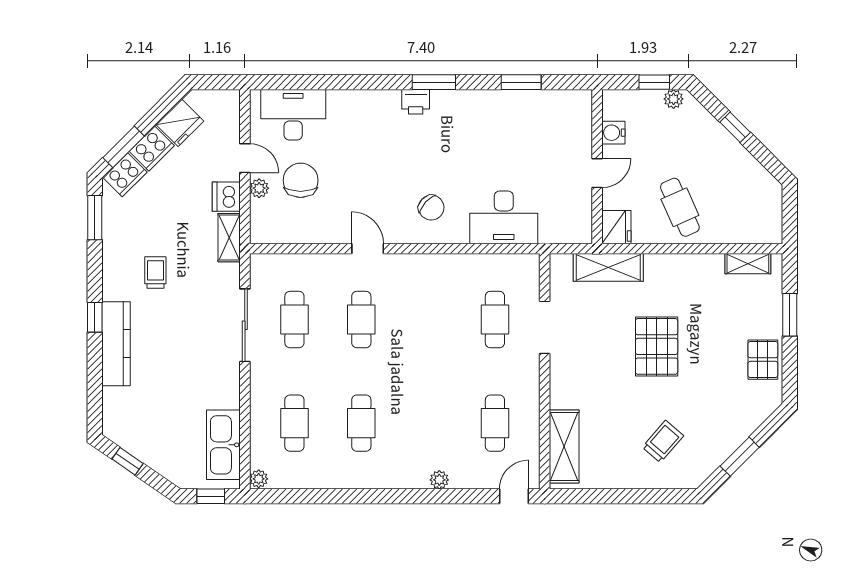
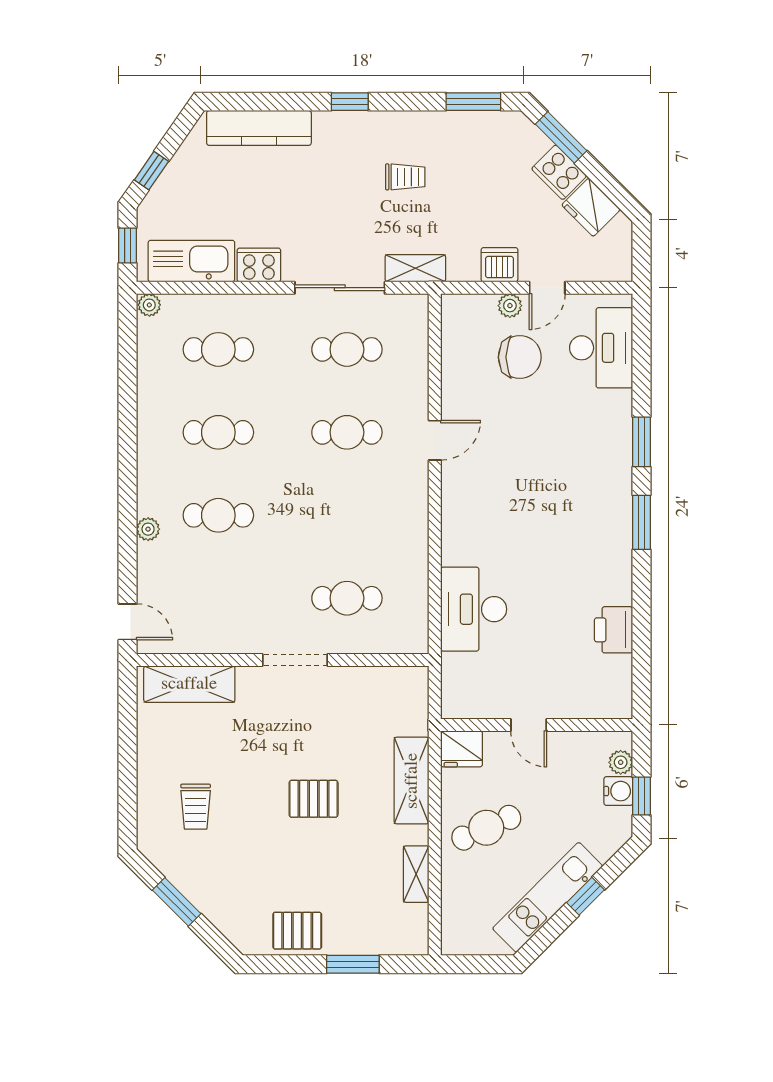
window: (521, 82) -> (642, 442), moved
plant: (674, 99) -> (621, 762), moved
printer: (416, 102) -> (614, 630), moved, width x1.36, depth x1.24
water cooler: (613, 133) -> (618, 791), moved, turned 90
kitchen unit: (736, 158) -> (548, 897), added
cooker: (125, 175) -> (259, 265), moved, turned 135
chair: (431, 208) -> (486, 519), removed
shelving: (229, 238) -> (415, 268), moved
shelving: (748, 264) -> (416, 874), moved
shelving: (608, 267) -> (412, 781), moved
doorway: (545, 327) -> (295, 660), moved
kitchen counter: (116, 344) -> (259, 128), moved
pallet: (657, 346) -> (314, 799), width x0.67, depth x0.71
cafe table: (495, 423) -> (218, 515), moved
trolley: (663, 441) -> (196, 807), turned 49
window: (128, 461) -> (151, 171), moved

